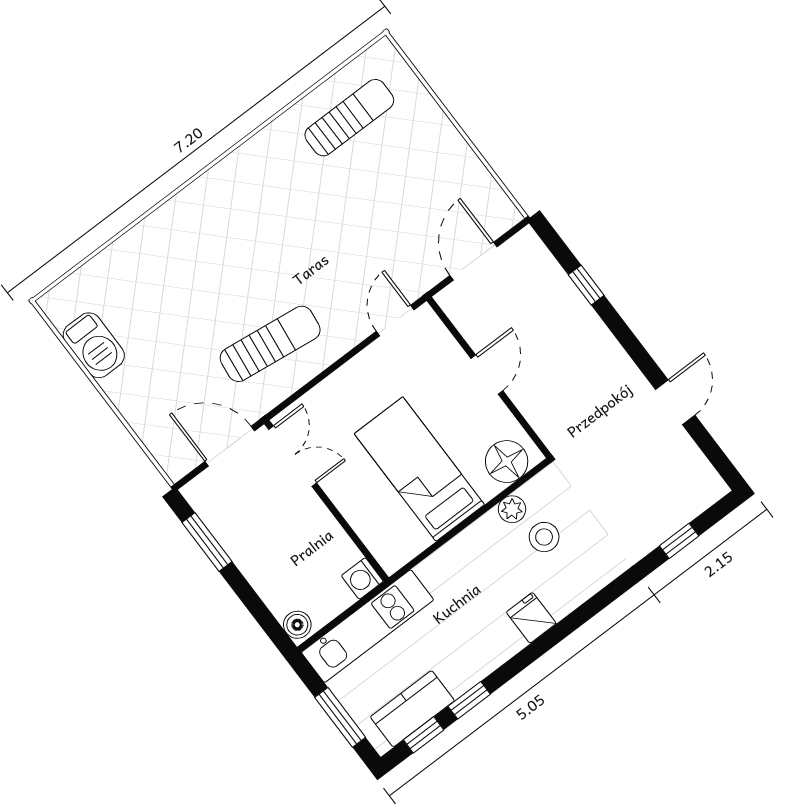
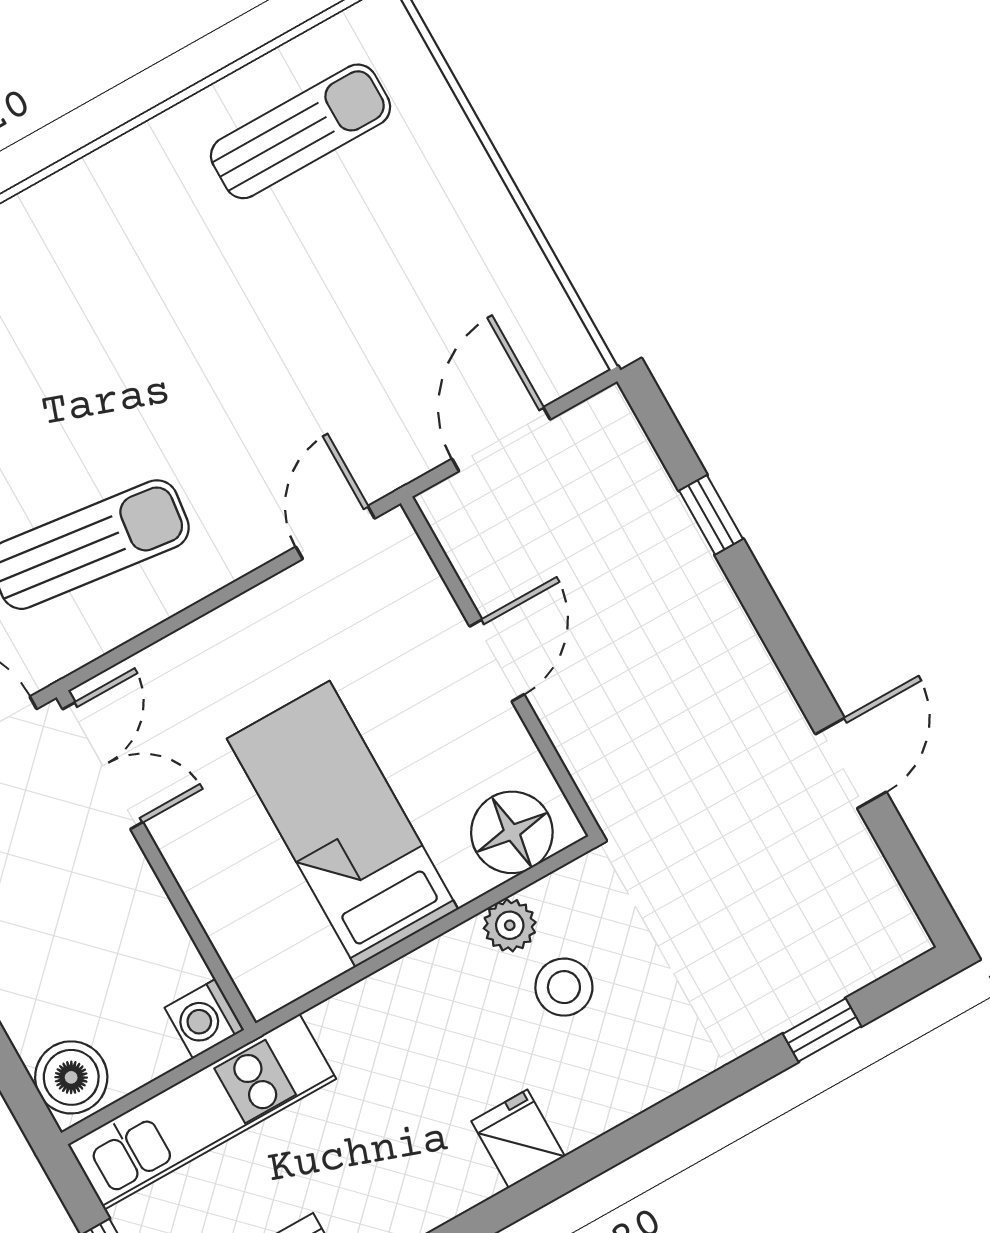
boiler: (297, 625) -> (71, 1077), width x1.36, depth x1.36

